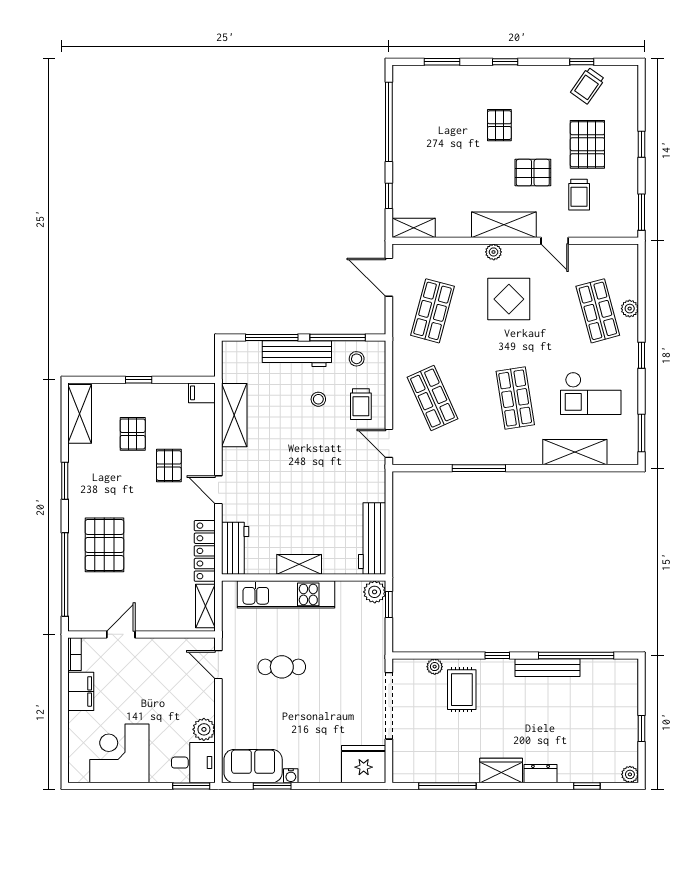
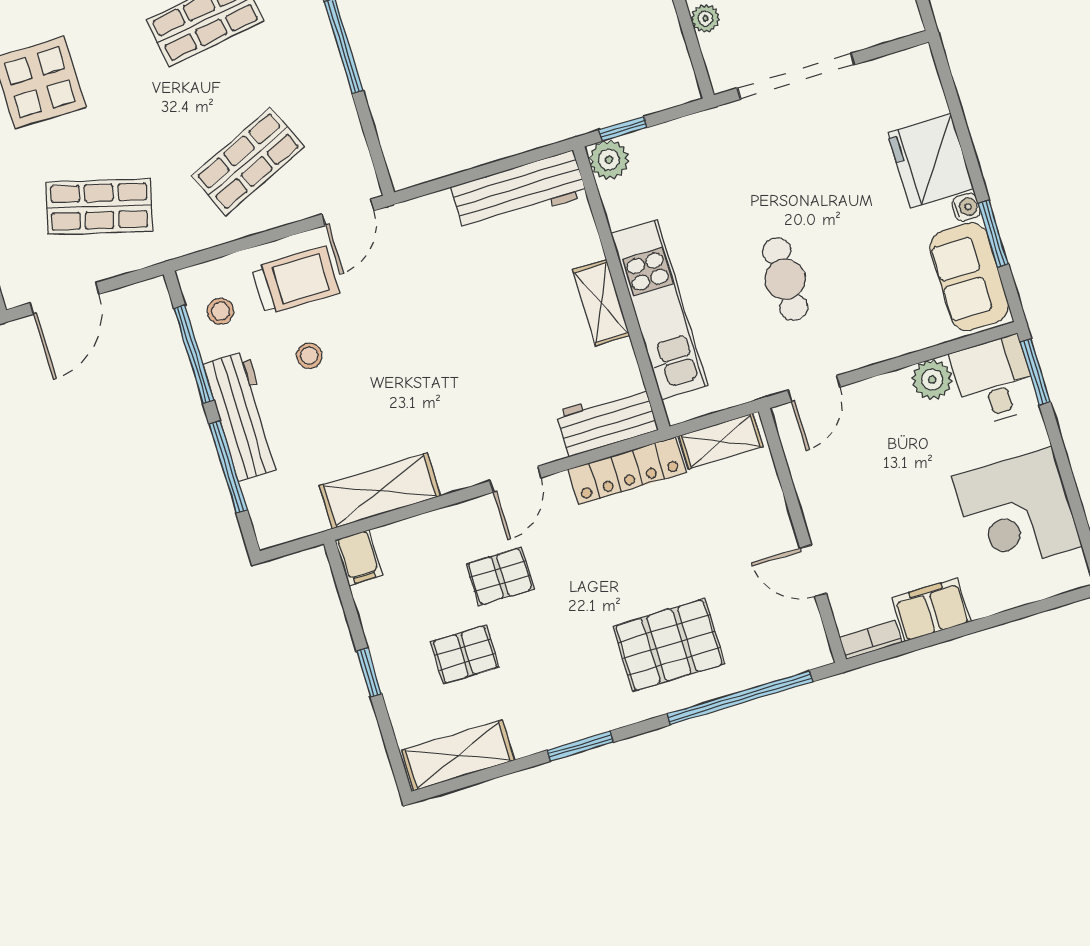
trolley: (361, 404) -> (296, 280), width x1.36, depth x1.39
fridge: (364, 764) -> (930, 161), moved

